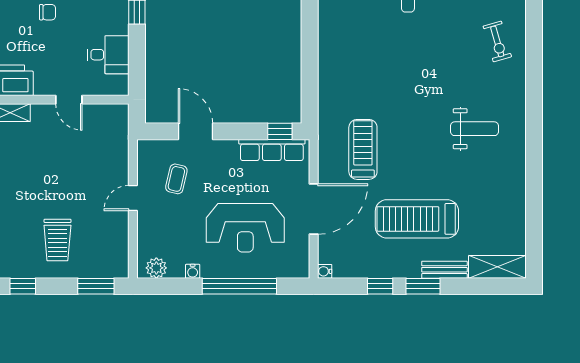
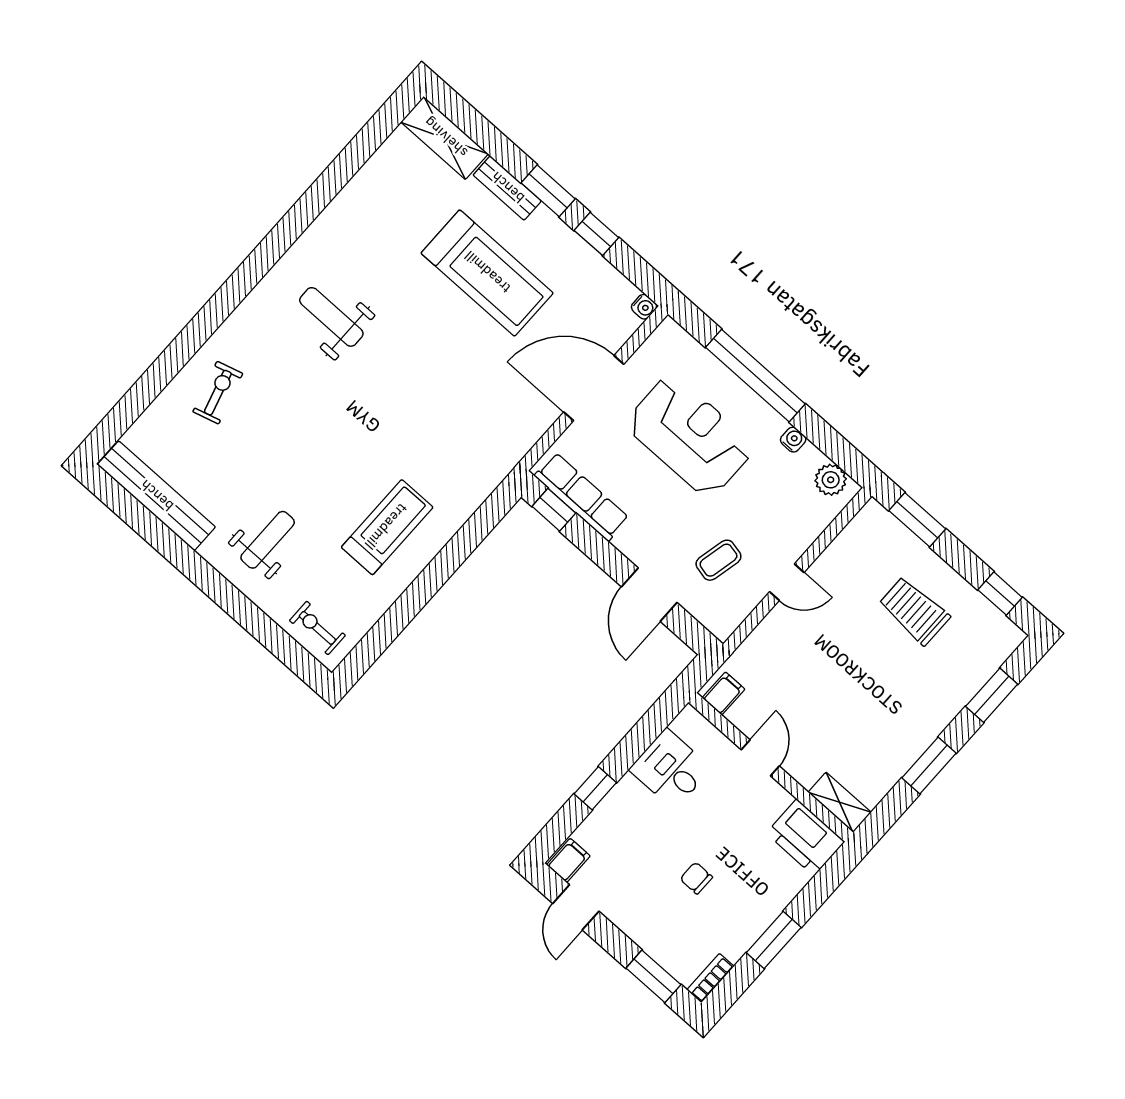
filing cabinet: (115, 115) -> (724, 694), added
treadmill: (363, 149) -> (387, 527), moved, turned 180
trolley: (57, 240) -> (914, 611), turned -90

